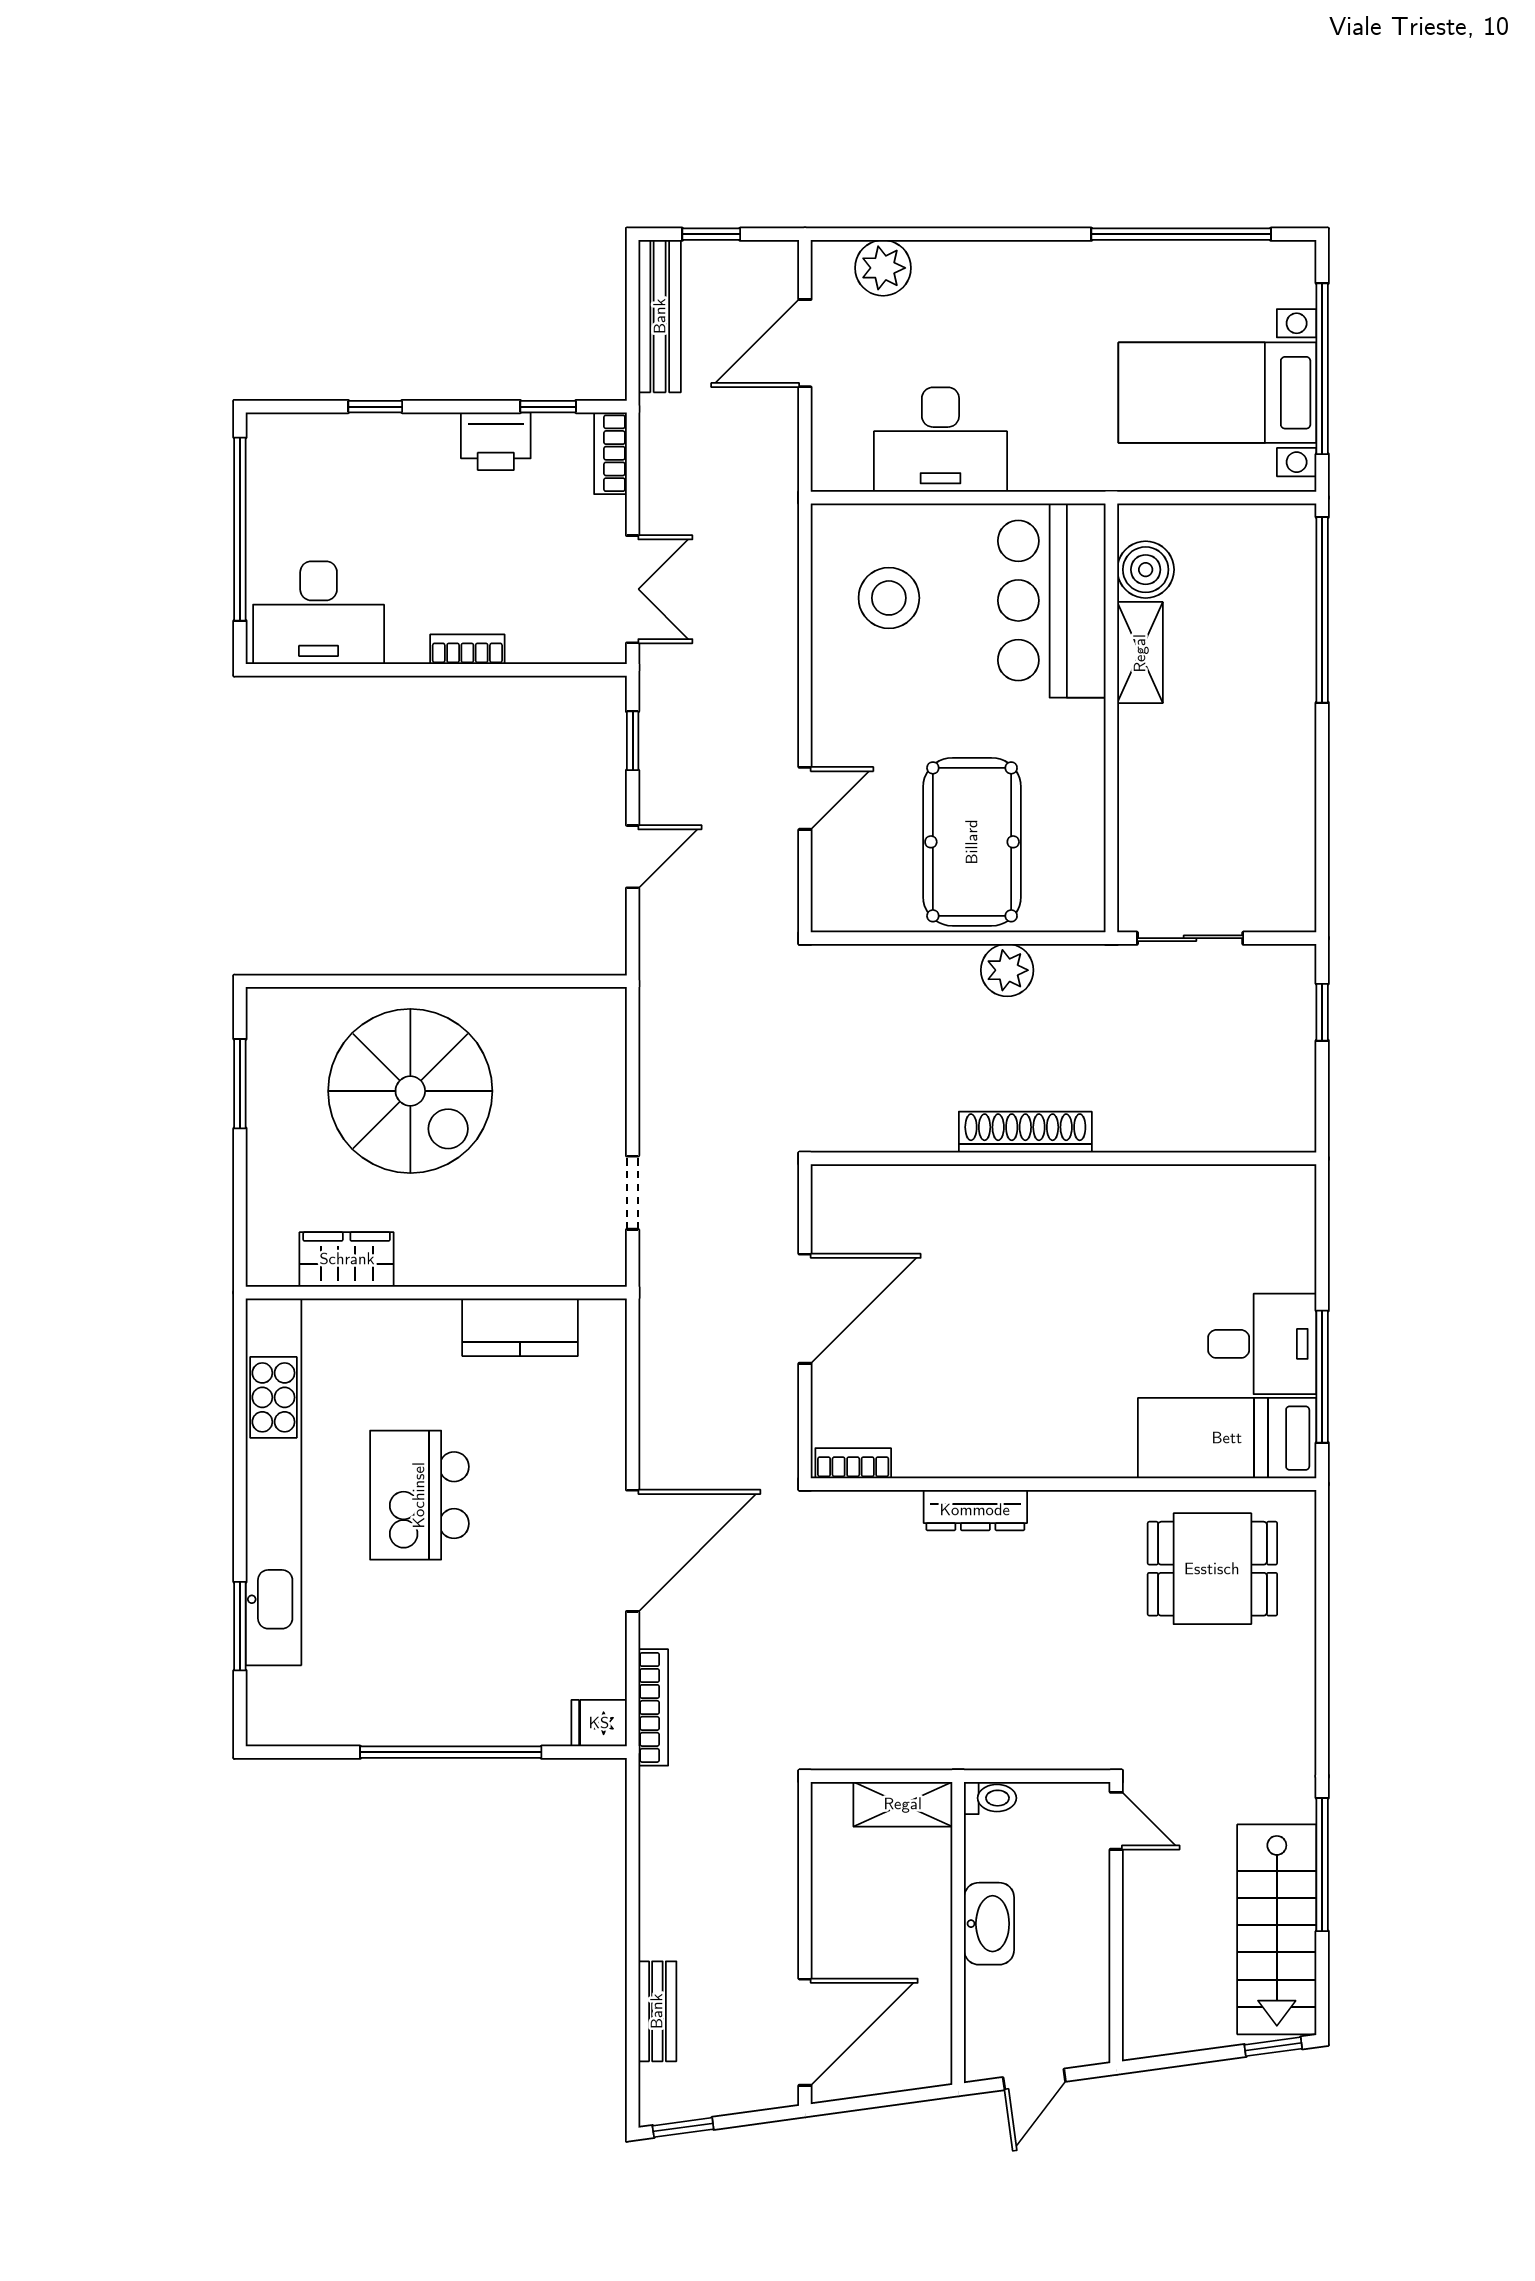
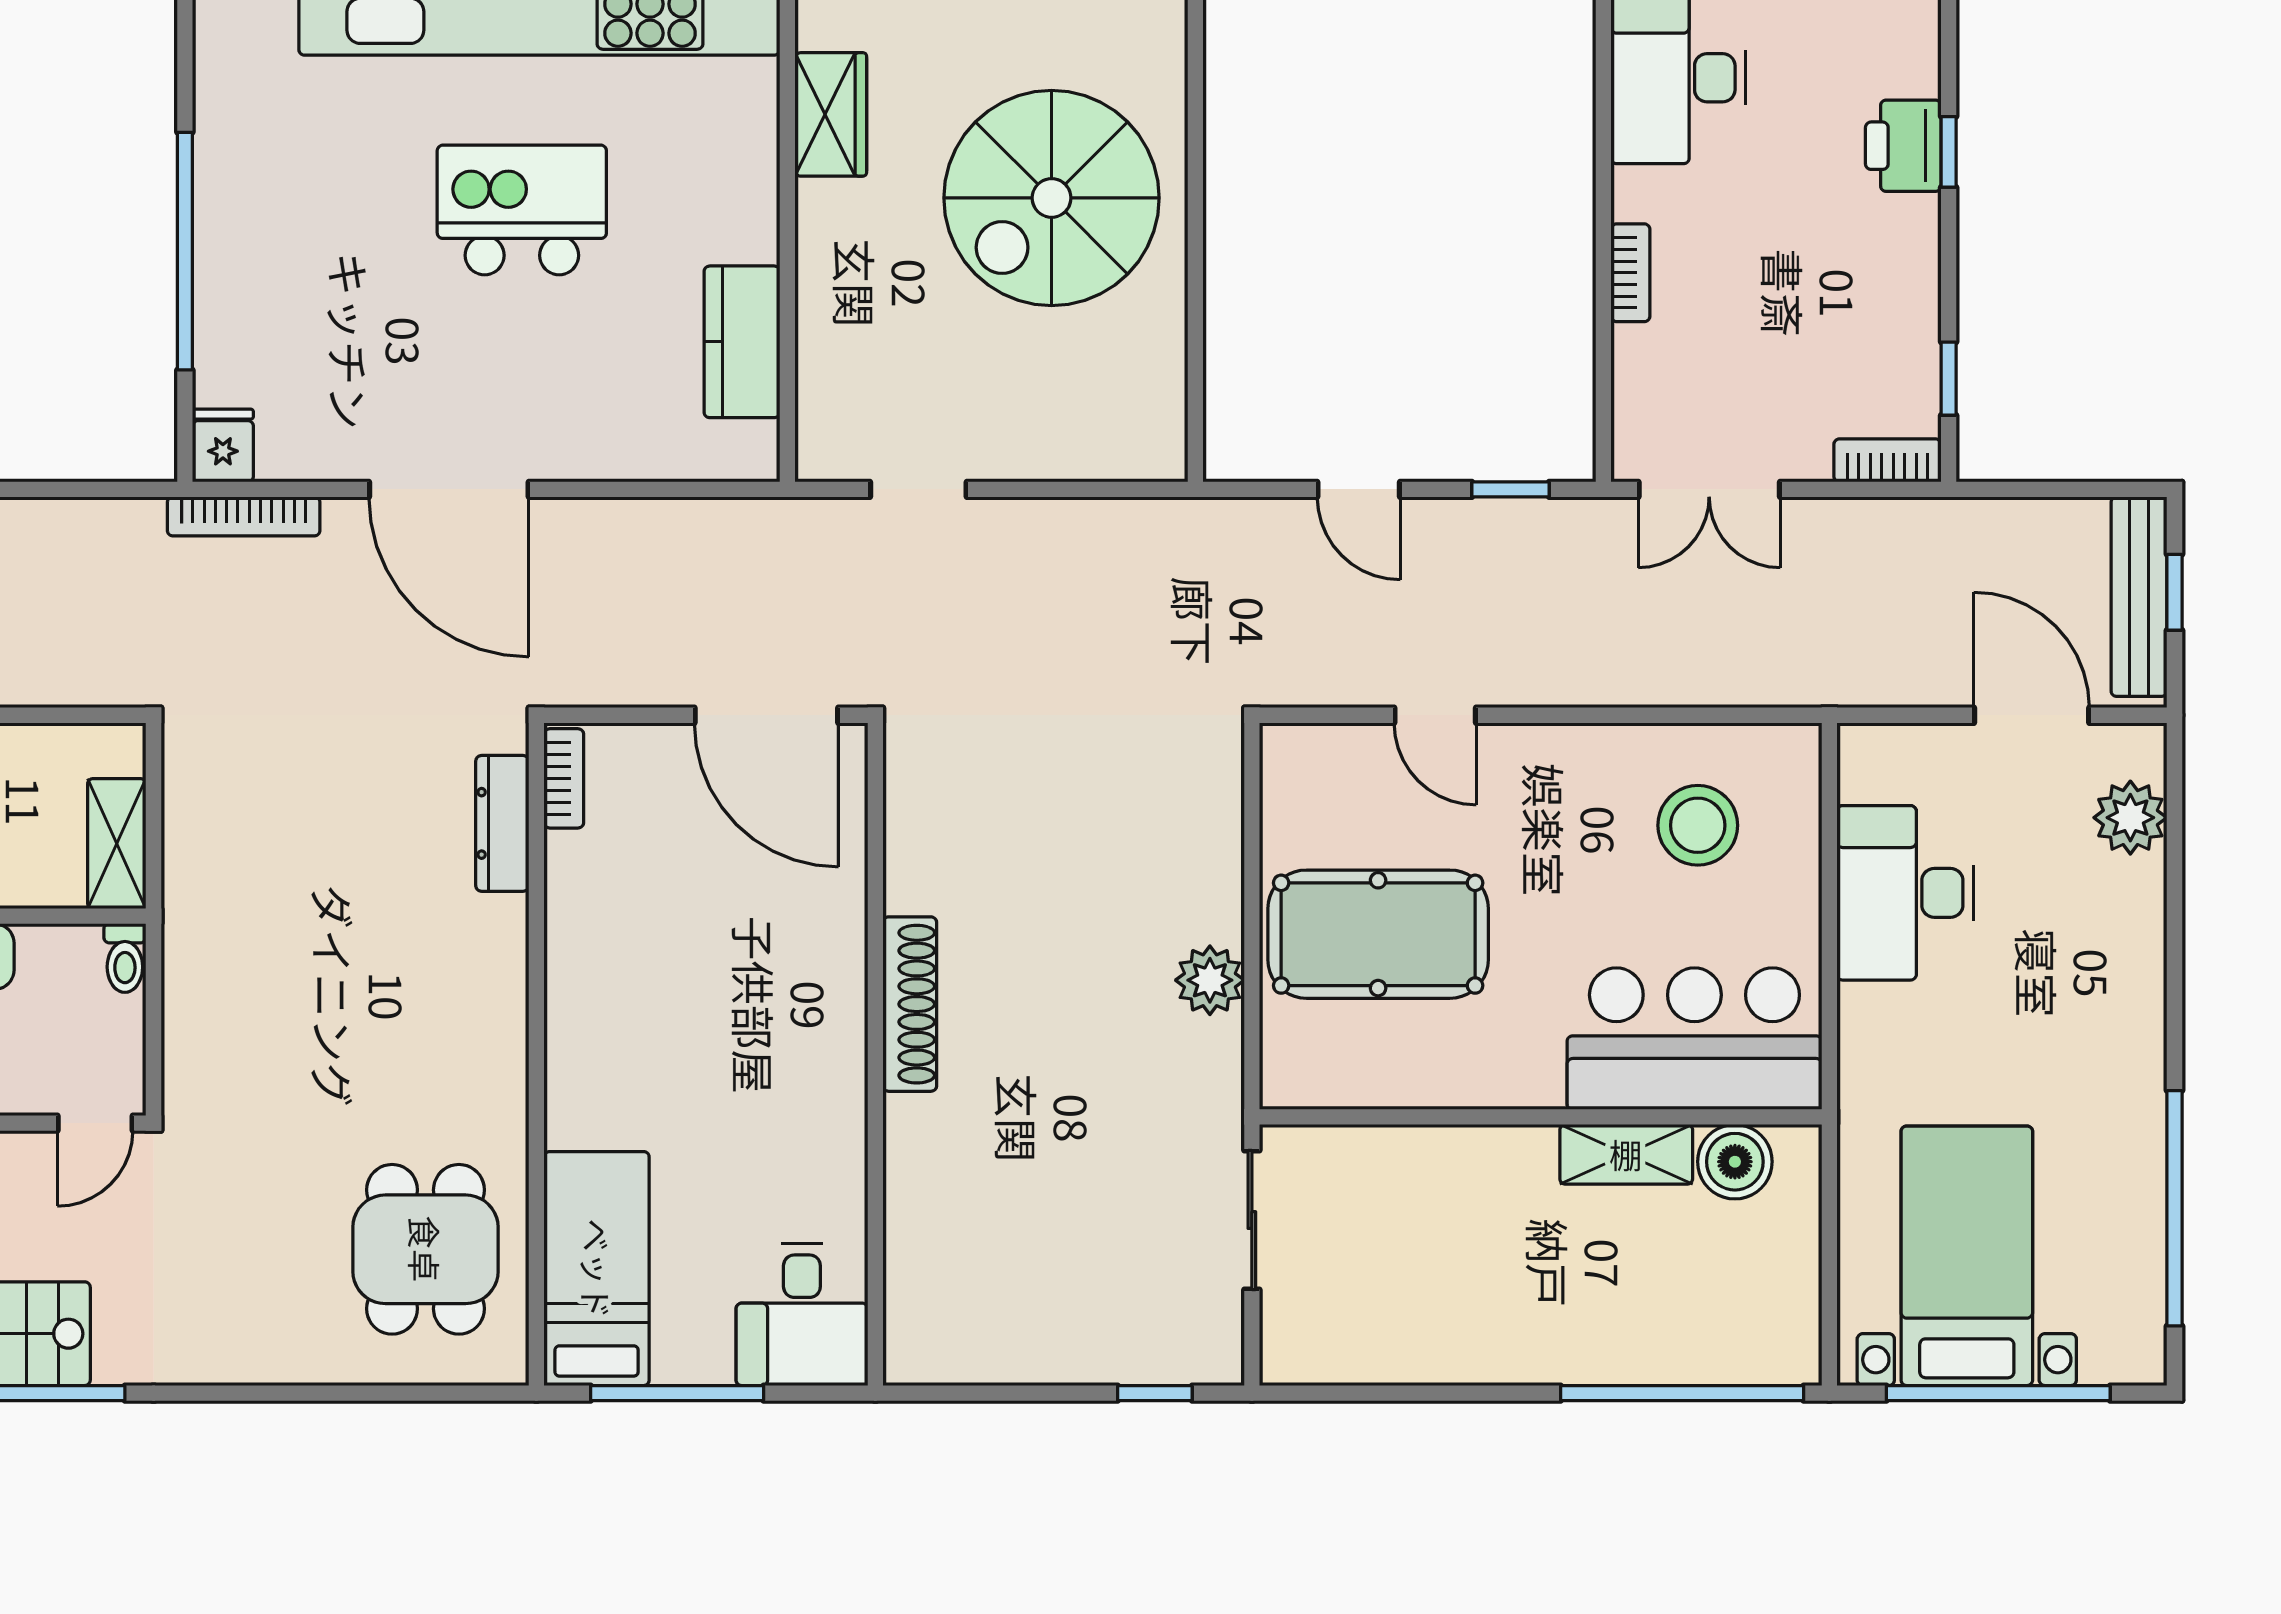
bench: (660, 316) -> (2139, 597), moved, turned 90
printer: (496, 441) -> (1903, 146), moved
shoe rack: (1025, 1132) -> (910, 1004), moved
wall: (1064, 1158) -> (875, 1054), moved
desk: (1262, 1344) -> (802, 1315), moved
dresser: (975, 1510) -> (502, 823), moved

